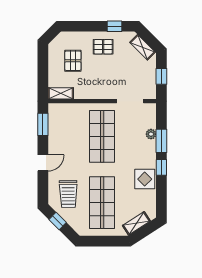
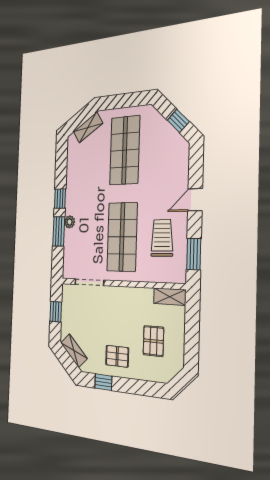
plant: (151, 134) -> (70, 222), moved
display table: (145, 179) -> (77, 183), removed
trolley: (68, 194) -> (162, 238), moved

